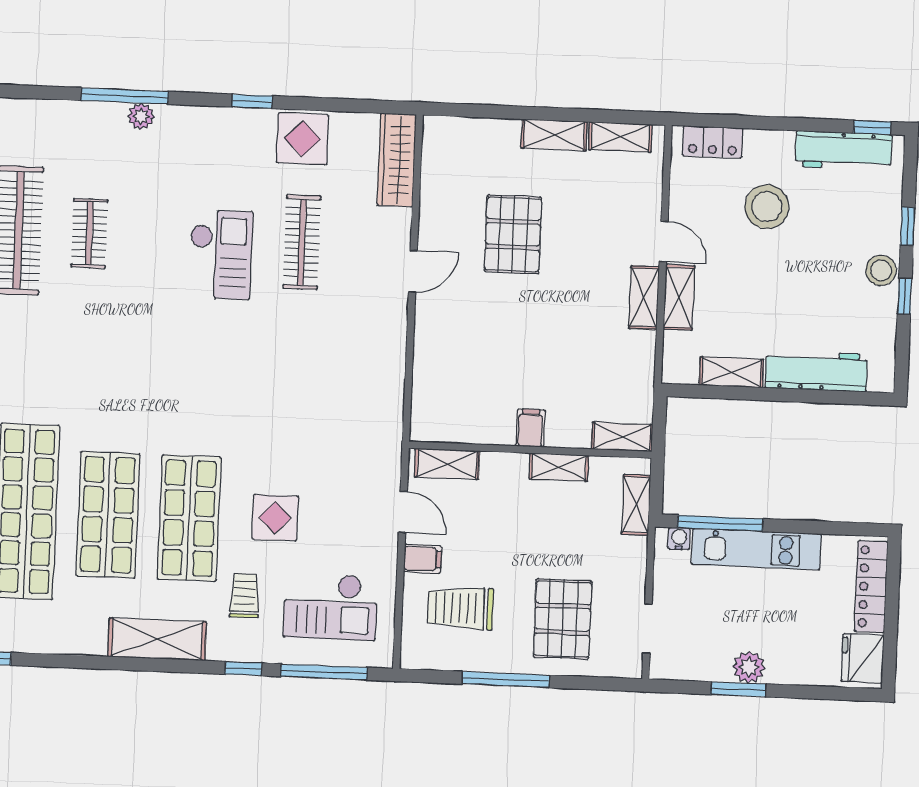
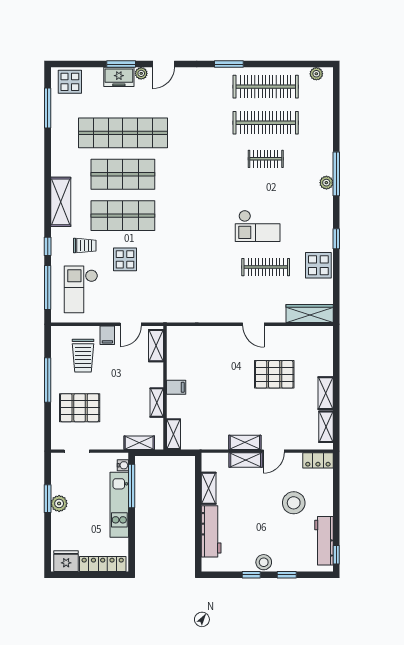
locker: (713, 142) -> (318, 460), moved, turned -90
trolley: (460, 608) -> (83, 356), turned 180

